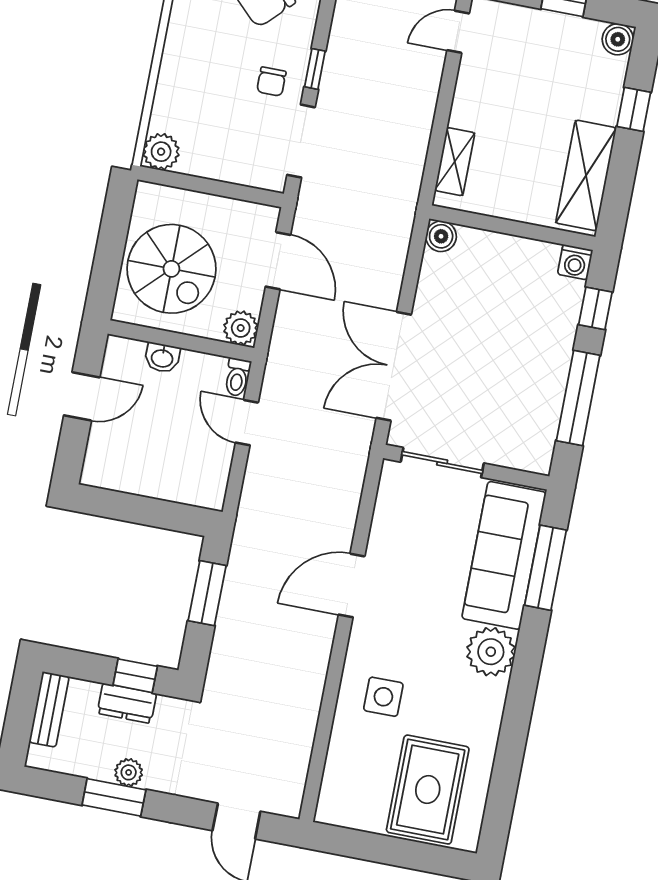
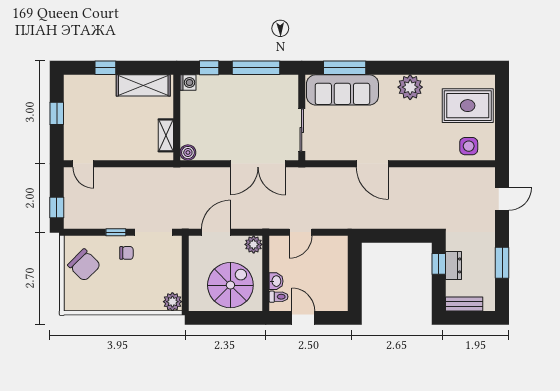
boiler: (618, 39) -> (72, 83), removed
shelving: (455, 162) -> (166, 135), moved, turned 90
toilet: (237, 377) -> (279, 297), moved
window: (207, 593) -> (390, 236), removed
plant: (491, 652) -> (410, 87), moved
side table: (383, 697) -> (469, 146), moved
plant: (129, 772) -> (488, 258), removed

